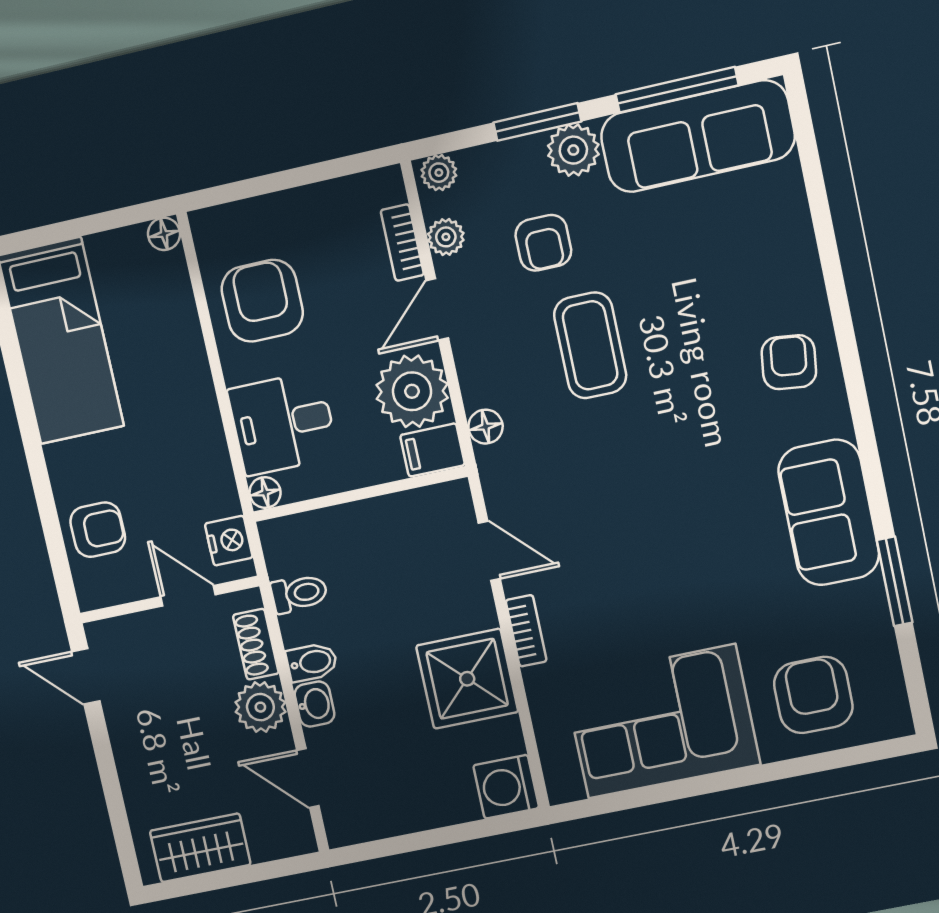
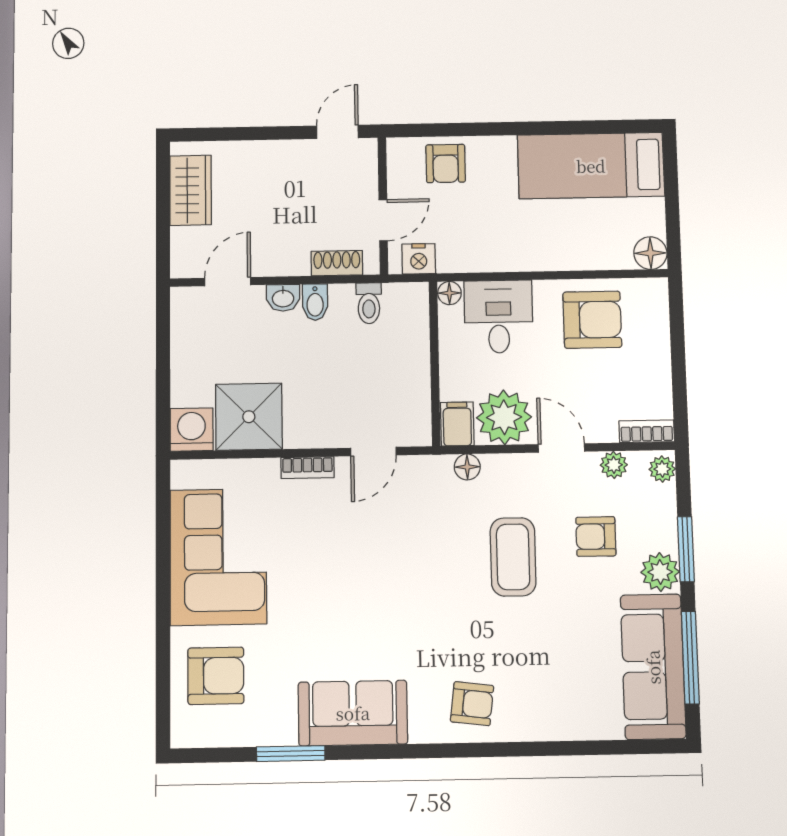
floor lamp: (164, 234) -> (650, 253), width x1.37, depth x1.37
bookcase: (402, 243) -> (647, 431), moved
coffee table: (590, 345) -> (513, 557), turned 90
shower: (467, 679) -> (249, 417), moved
plant: (260, 707) -> (289, 257), removed

